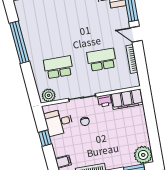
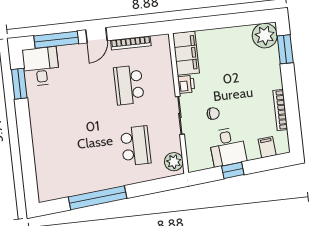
school desk: (58, 67) -> (136, 146), turned 180
desk: (59, 122) -> (227, 147), moved

